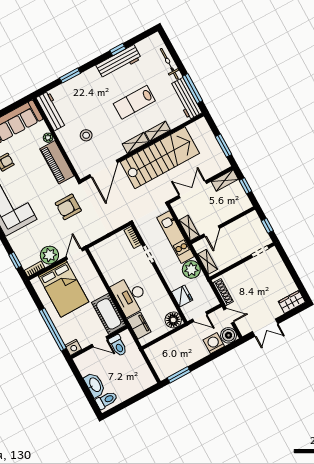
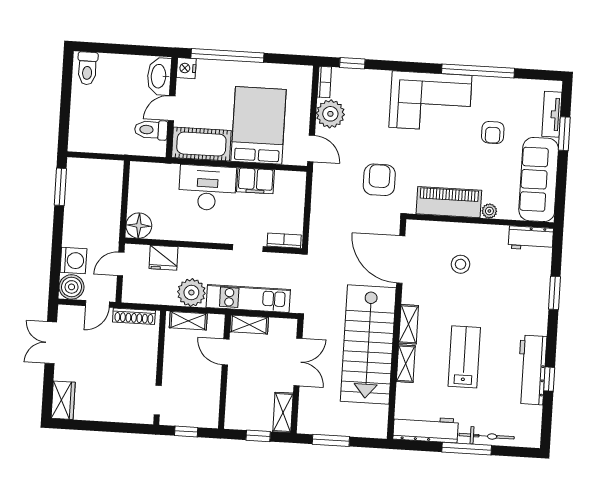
window: (192, 89) -> (467, 449), moved
workbench: (51, 111) -> (531, 238), width x0.73
bed: (63, 289) -> (259, 125), moved, turned 90
filing cabinet: (139, 325) -> (256, 181), moved
washbasin: (95, 385) -> (159, 76), moved, turned 90

